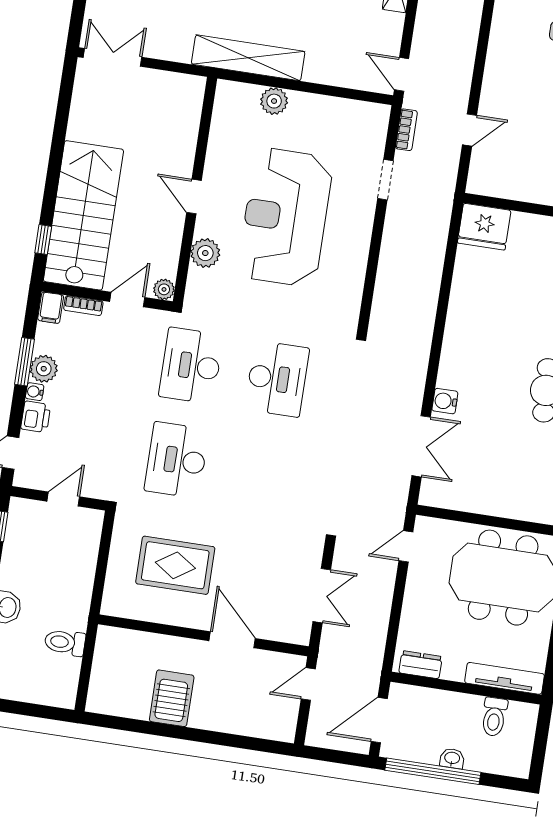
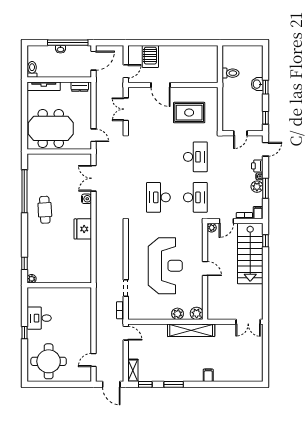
door: (470, 130) -> (94, 360), moved
fridge: (484, 227) -> (83, 229), moved, turned -90
plant: (205, 253) -> (197, 313), moved
door: (406, 546) -> (94, 135), hinge flipped
server rack: (172, 698) -> (150, 56), moved
toilet: (494, 717) -> (32, 69), moved

